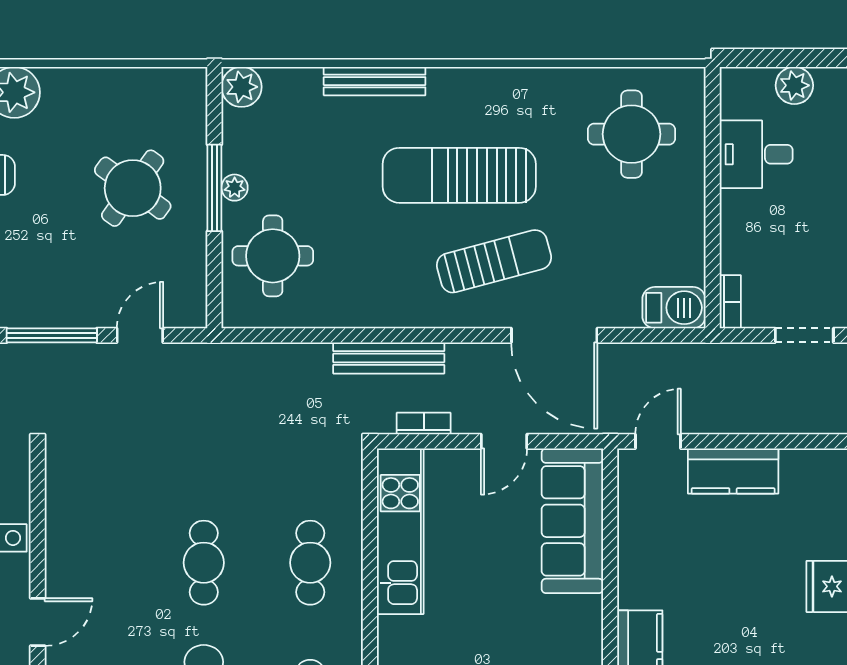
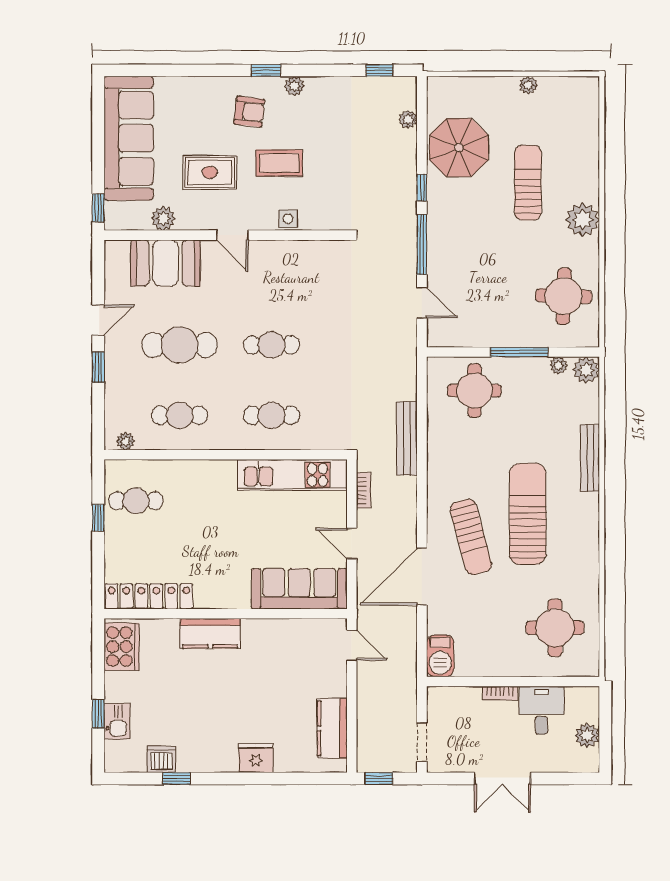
round table: (133, 188) -> (564, 296), moved, turned -34
plant: (235, 188) -> (559, 365), moved
bookcase: (730, 302) -> (500, 693), moved
bench: (389, 358) -> (407, 438), moved
kitchen counter: (733, 471) -> (332, 728), moved

